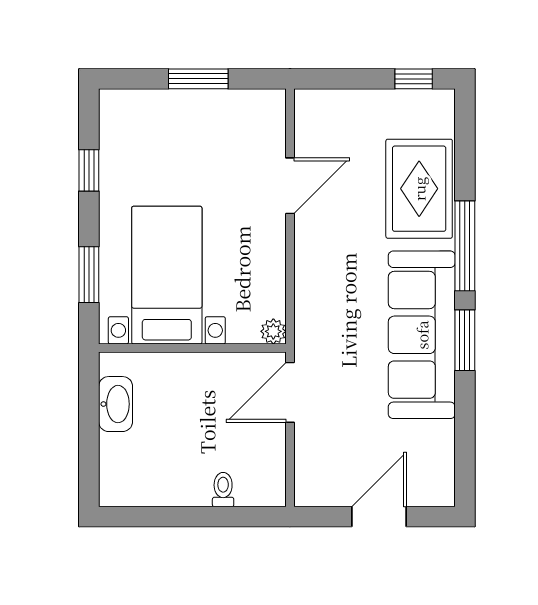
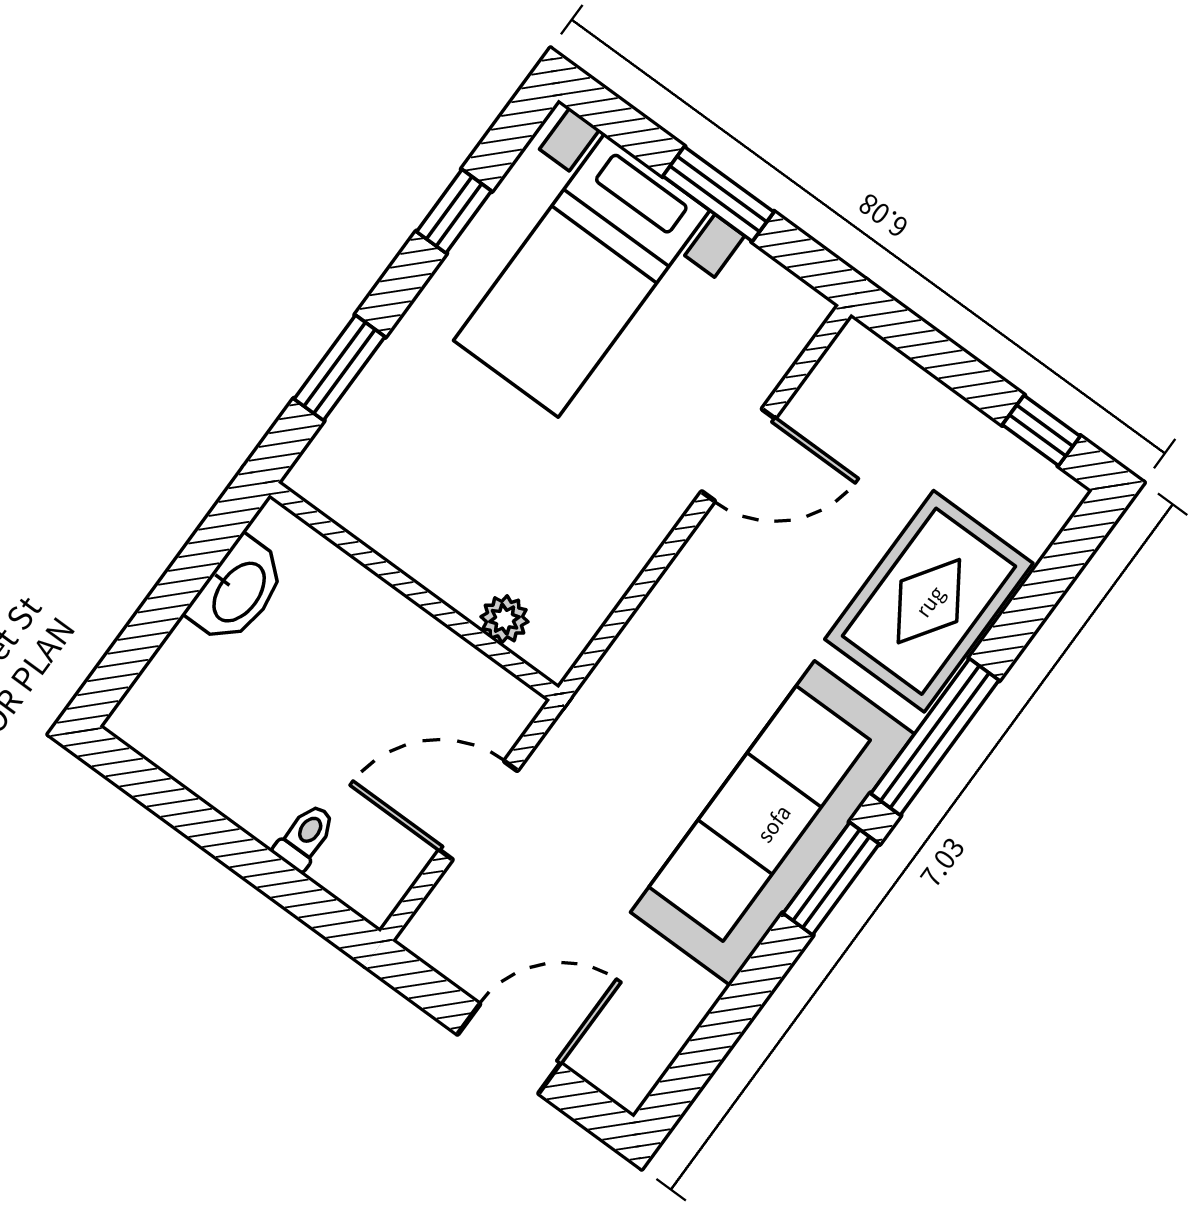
bed with nightstands: (167, 275) -> (582, 275), moved, turned 180
plant: (273, 331) -> (505, 619), moved
door: (290, 392) -> (478, 810), moved

